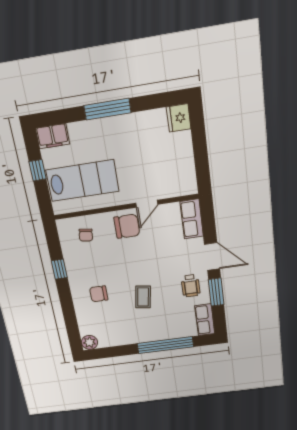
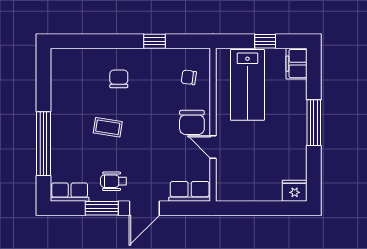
plant: (89, 342) -> (60, 57), removed

